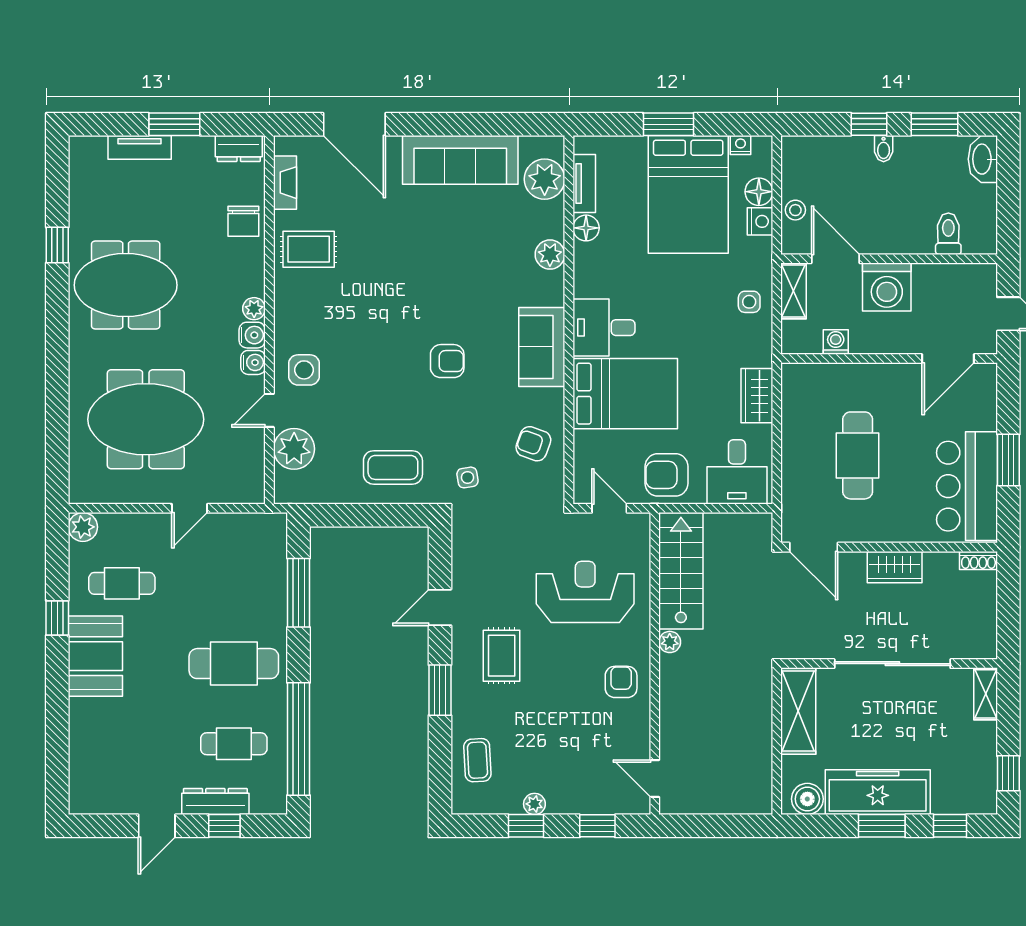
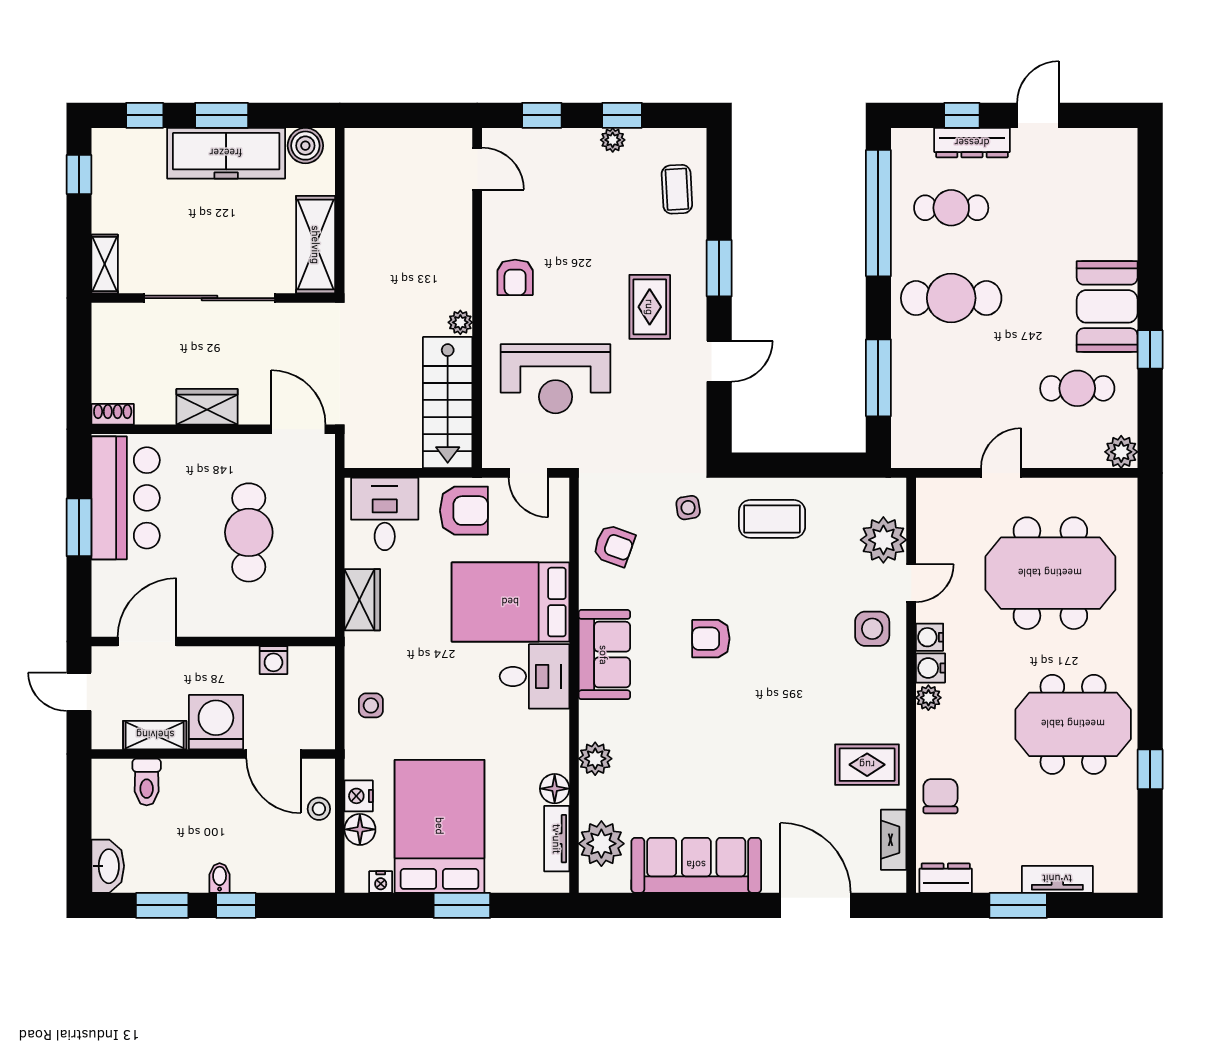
shelving: (794, 291) -> (155, 735), moved, turned 90

